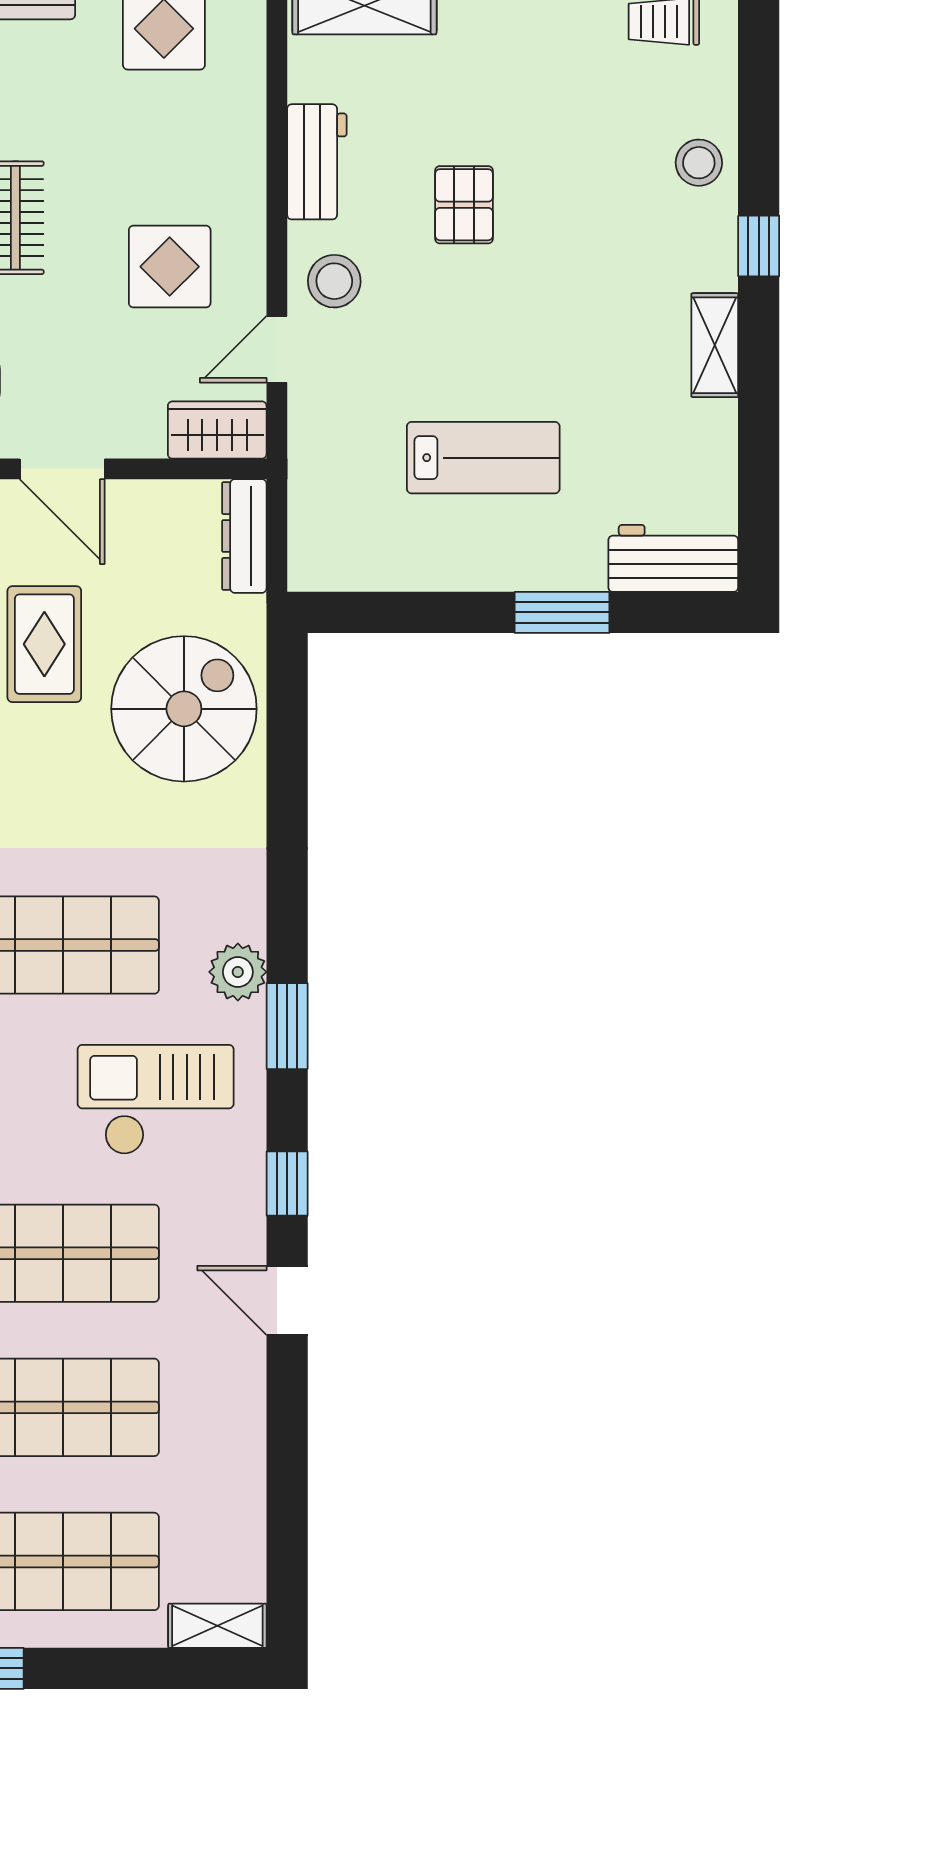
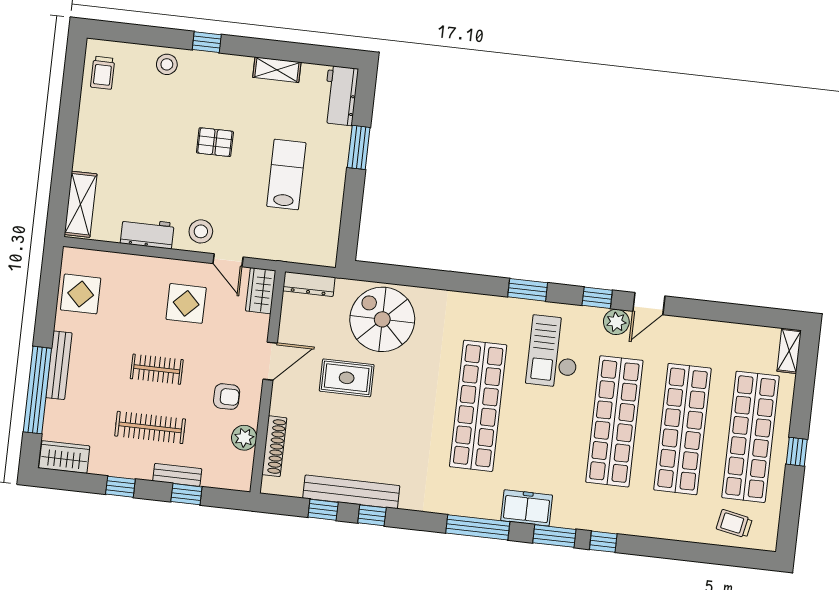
pallet: (464, 205) -> (215, 142), moved
shelving: (715, 345) -> (277, 70), moved
plant: (238, 972) -> (616, 322), moved

